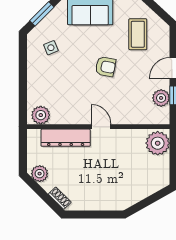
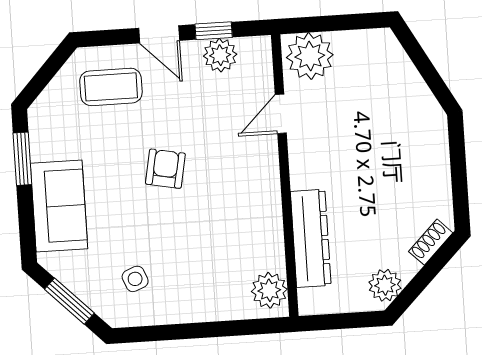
coffee table: (138, 34) -> (111, 87), moved
door: (101, 127) -> (281, 114), moved

